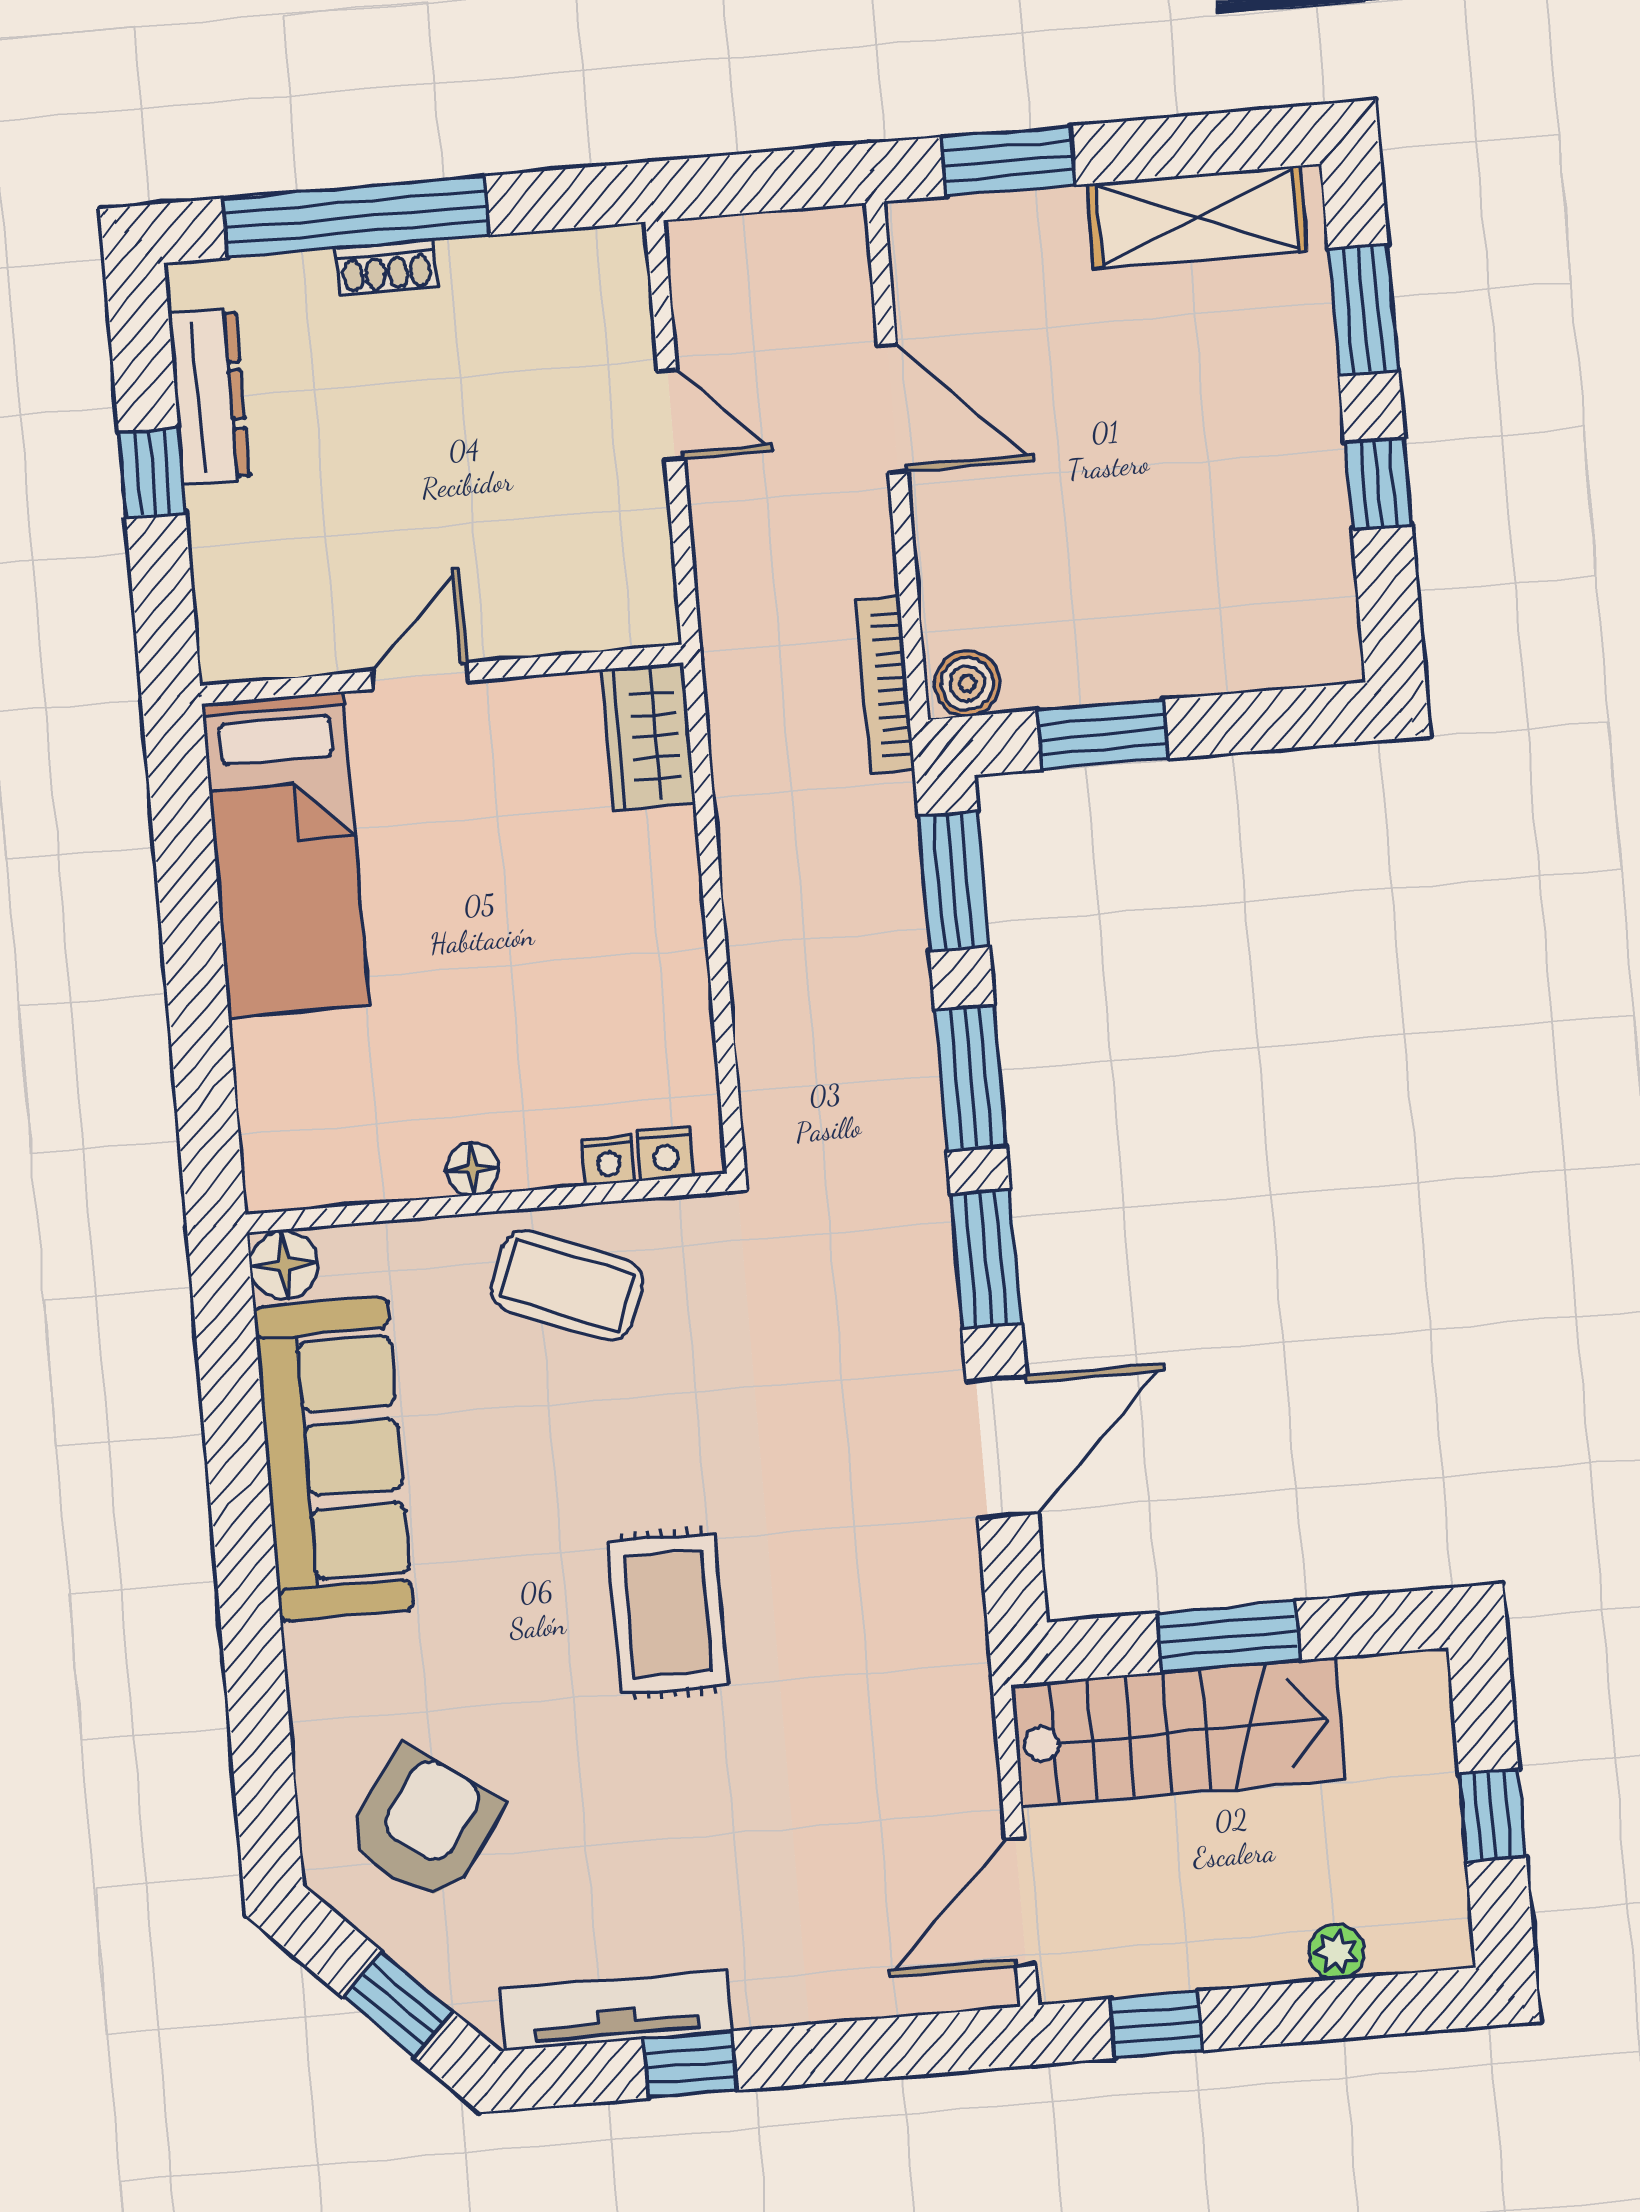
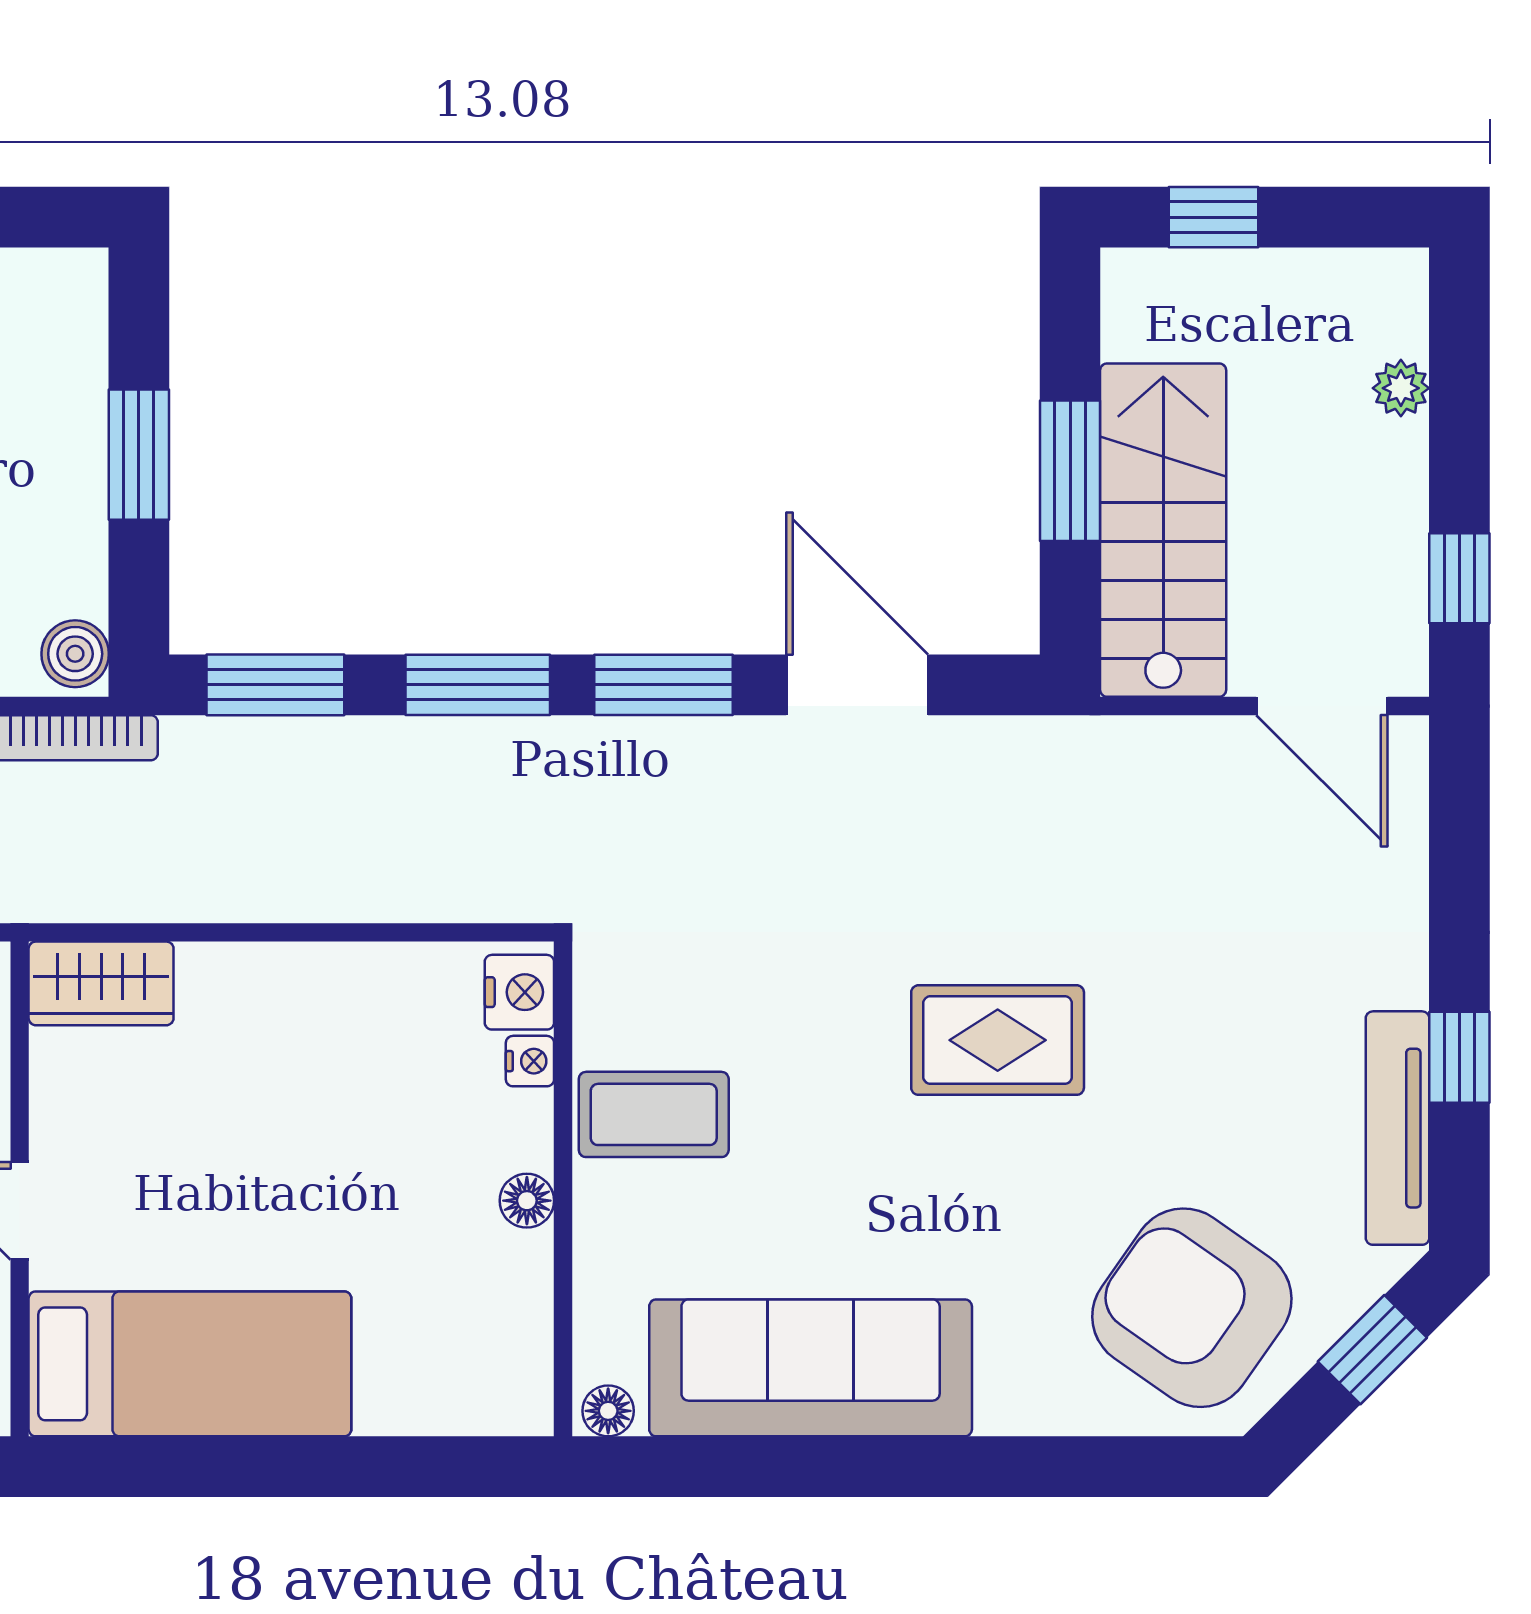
window: (1103, 734) -> (139, 455), moved
nightstand: (665, 1154) -> (519, 992), width x1.39, depth x1.35
floor lamp: (284, 1265) -> (608, 1411), width x0.73, depth x0.73
coffee table: (567, 1285) -> (654, 1114), turned 68
window: (1492, 1815) -> (1214, 217), moved
armchair: (424, 1825) -> (1192, 1308), width x1.36, depth x1.36

